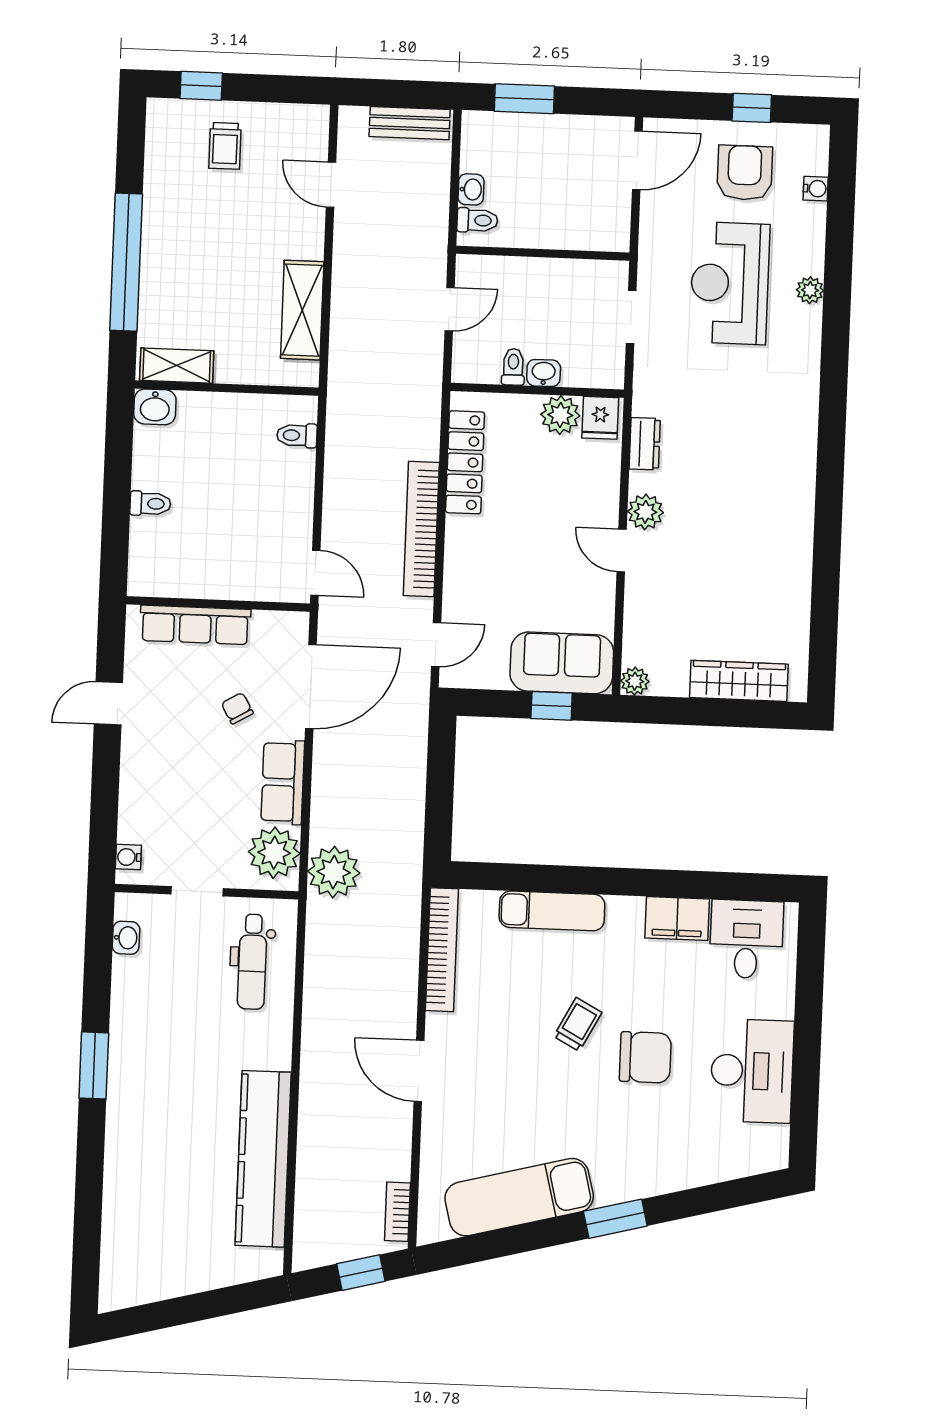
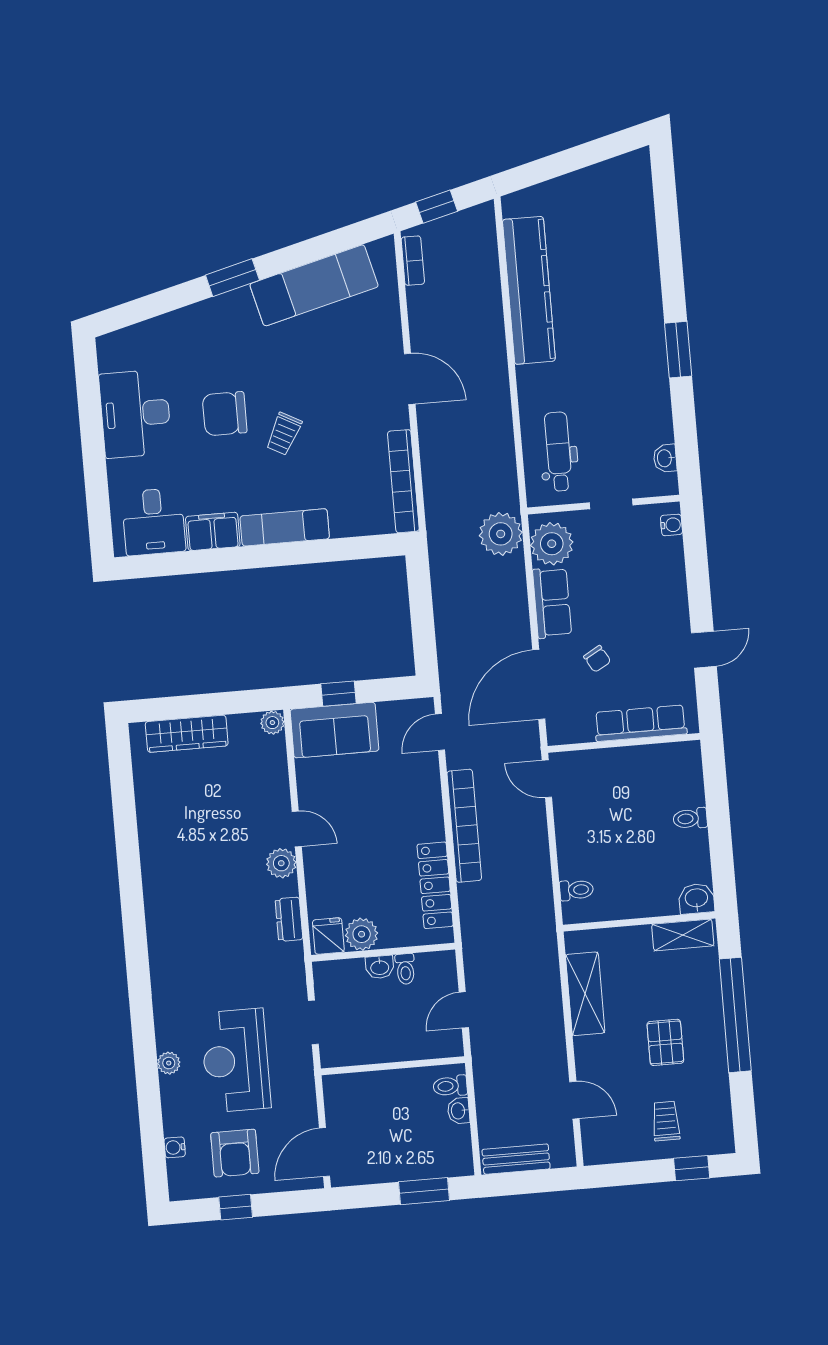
pallet: (214, 240) -> (665, 1042), added
reception desk: (730, 283) -> (236, 1060), turned 180
exam couch: (552, 911) -> (285, 527), moved

